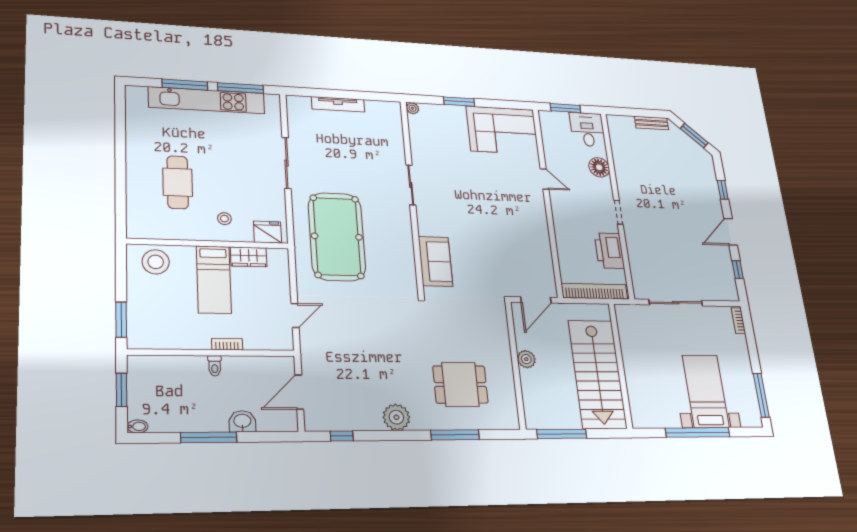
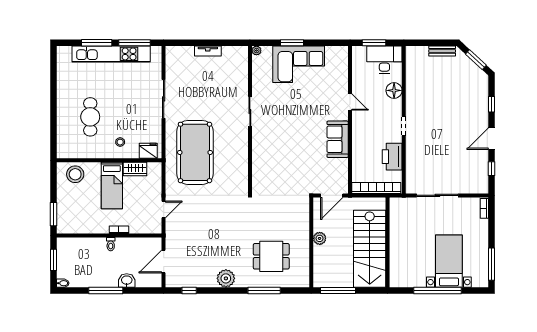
tv unit: (338, 104) -> (208, 51), width x0.71
corner sofa: (502, 130) -> (299, 64), moved
desk: (587, 130) -> (384, 60), width x1.37
sofa: (435, 261) -> (338, 139), moved, turned 180

